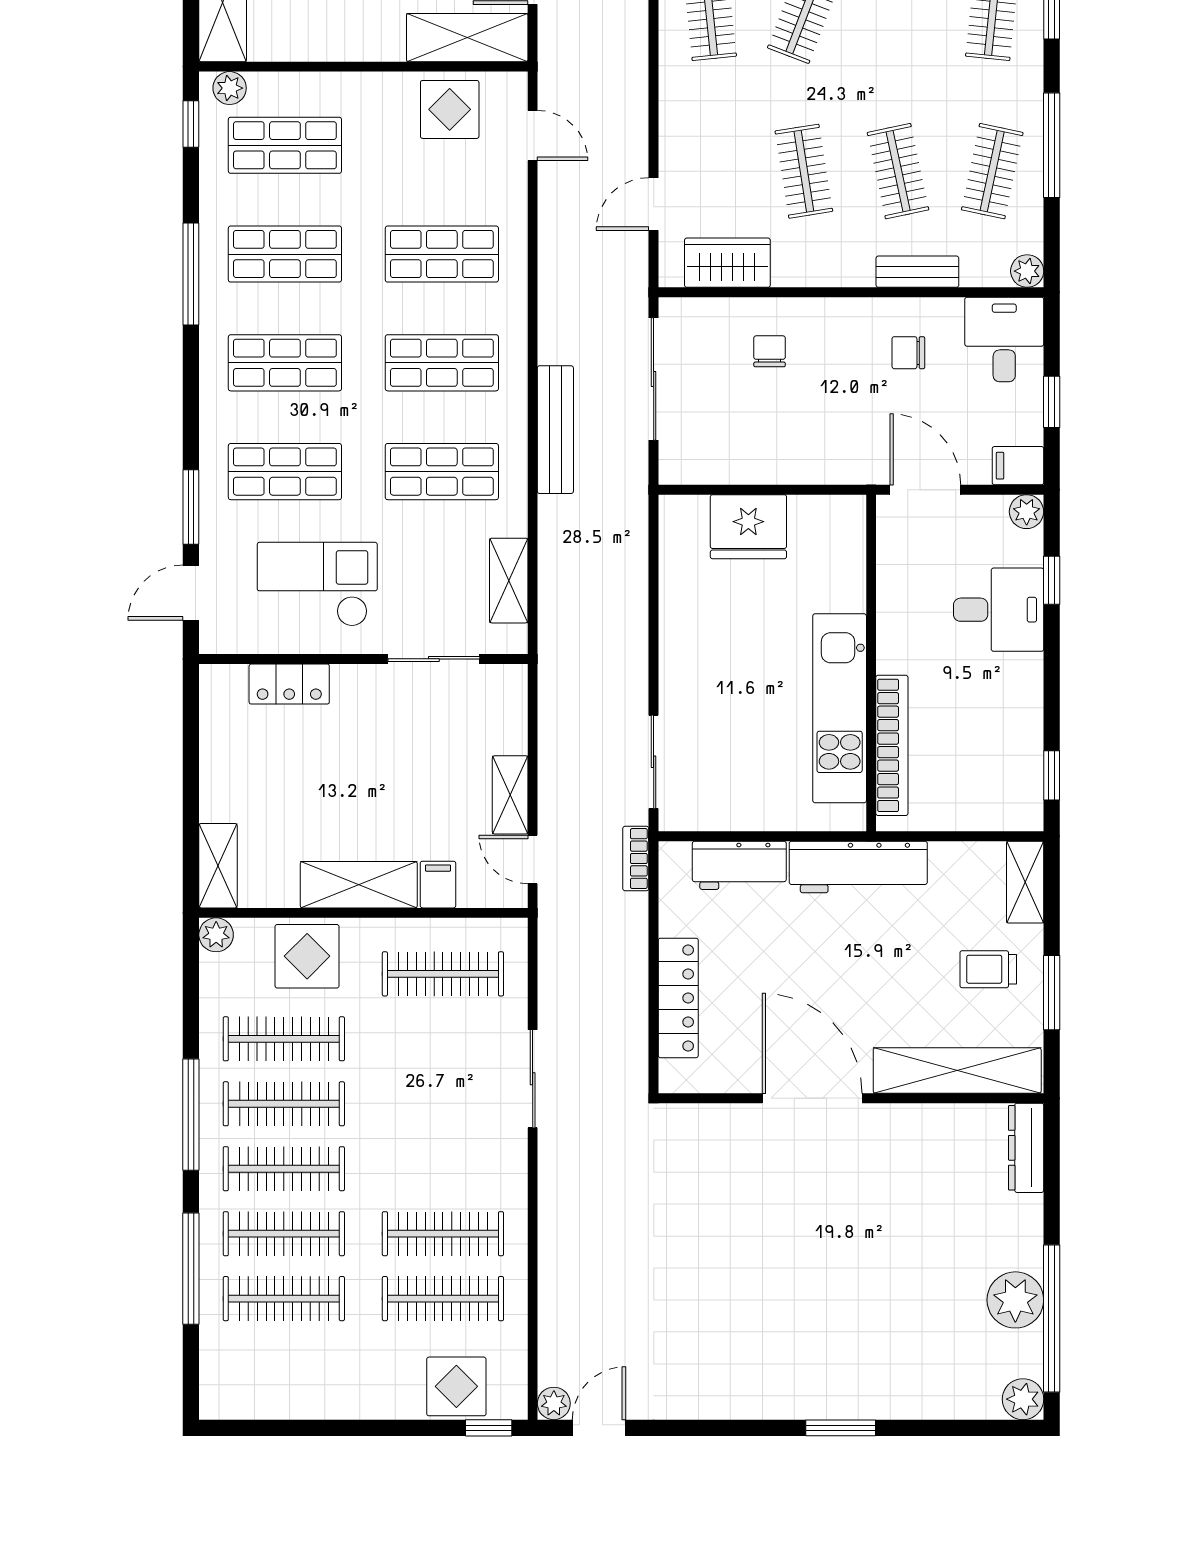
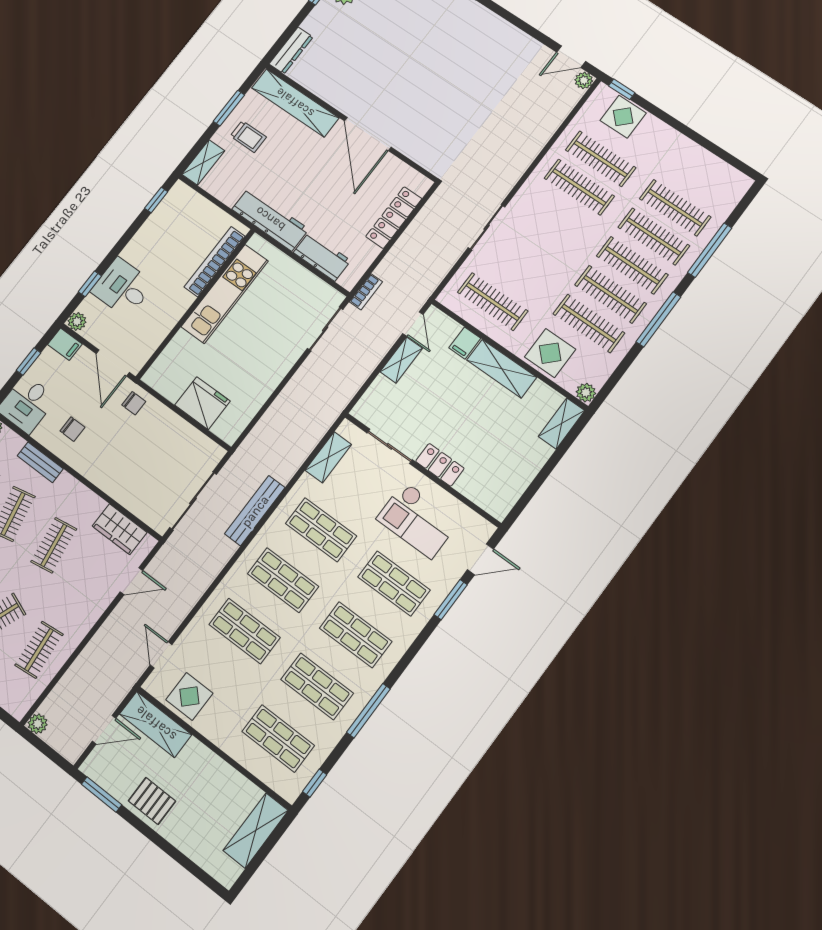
plant: (230, 88) -> (283, 786), removed
chair: (770, 351) -> (134, 403), moved, turned -90
locker: (289, 684) -> (440, 465), moved

